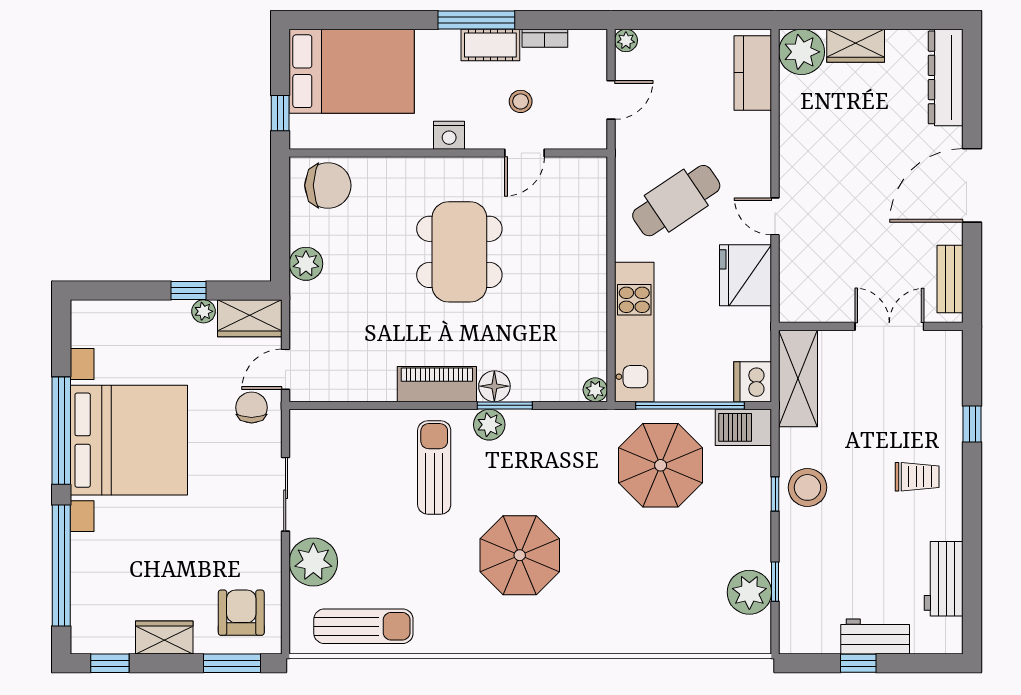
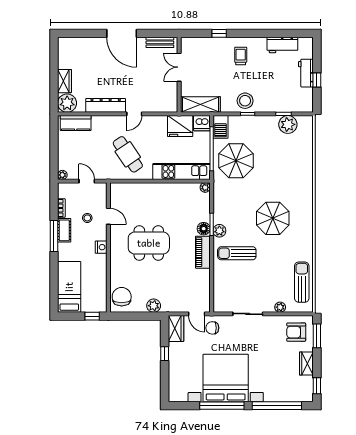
bed: (352, 71) -> (69, 287), width x0.67
dresser: (946, 77) -> (106, 105), moved, turned 180
fridge: (745, 275) -> (180, 126), moved
plant: (204, 311) -> (173, 347), removed
plant: (313, 562) -> (280, 307), width x0.53, depth x0.53

